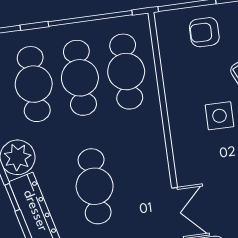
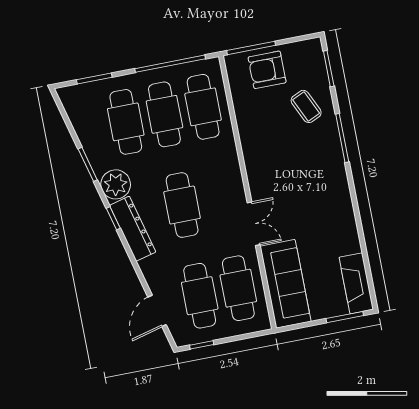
armchair: (204, 32) -> (267, 70), width x1.38, depth x1.38
side table: (219, 116) -> (284, 140), removed

